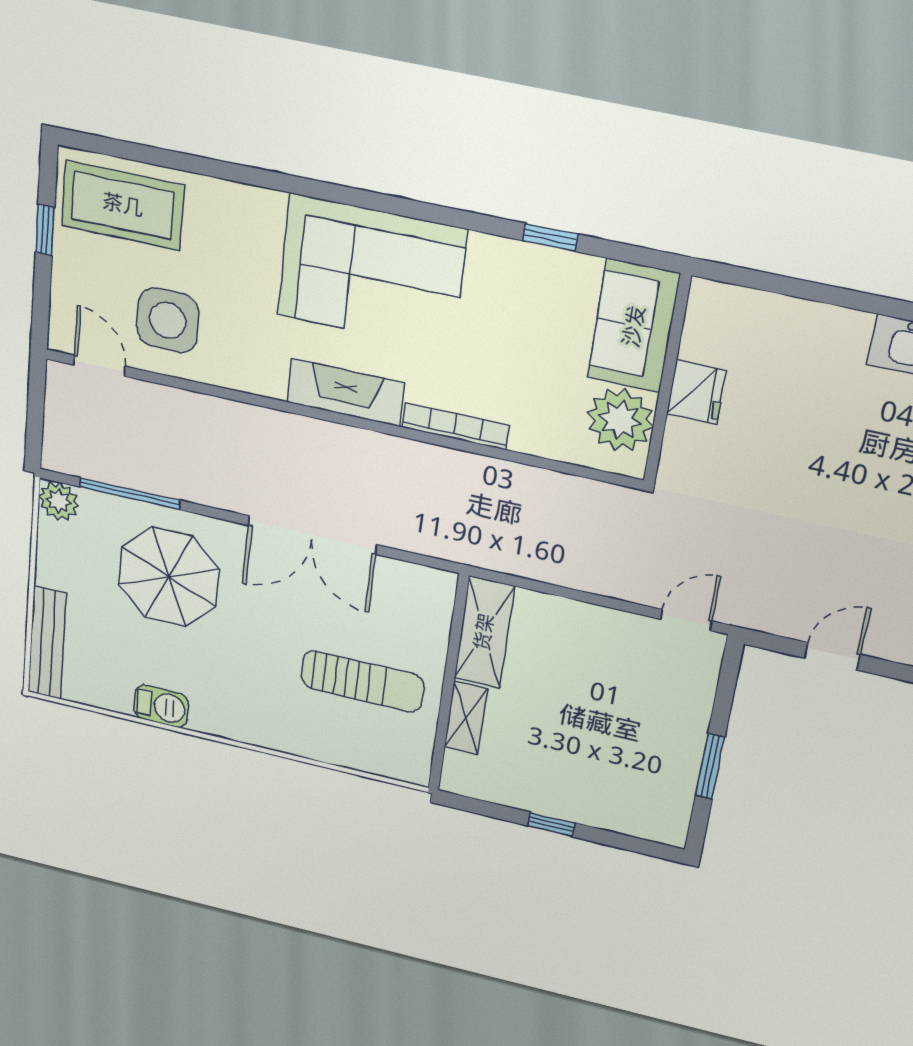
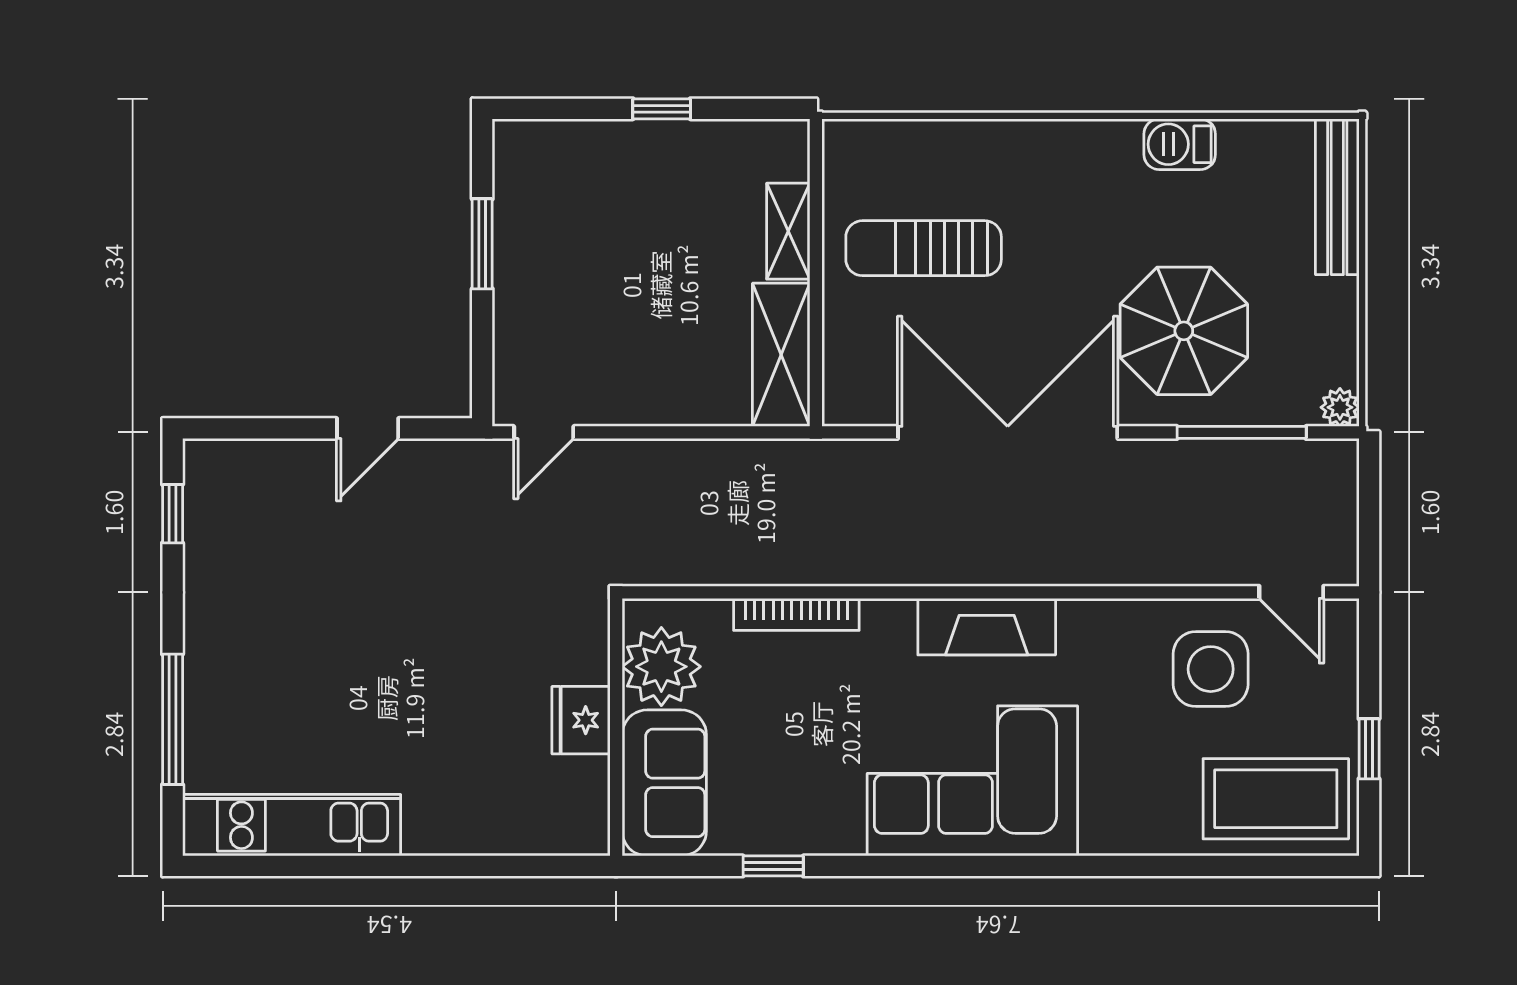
bookcase: (455, 426) -> (796, 614), moved
plant: (59, 501) -> (1340, 407), width x0.73, depth x0.73
double door: (312, 535) -> (1008, 432), width x1.36

